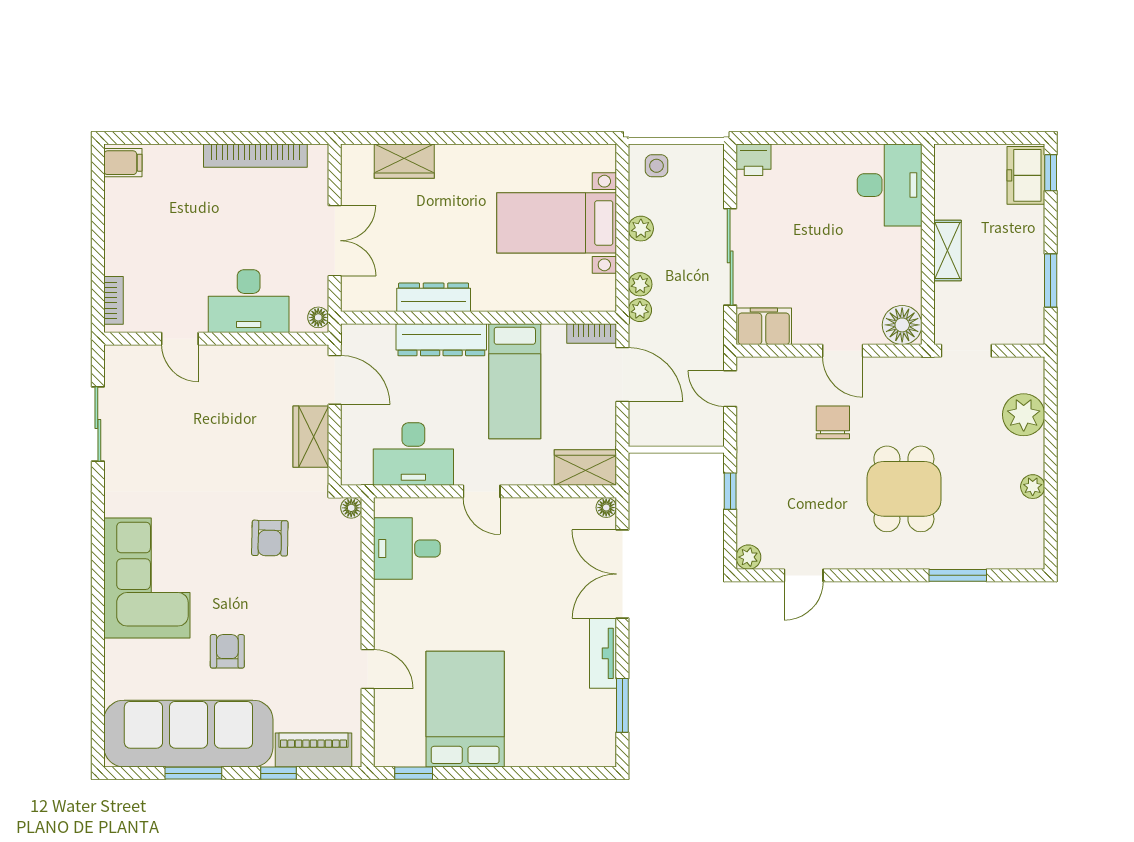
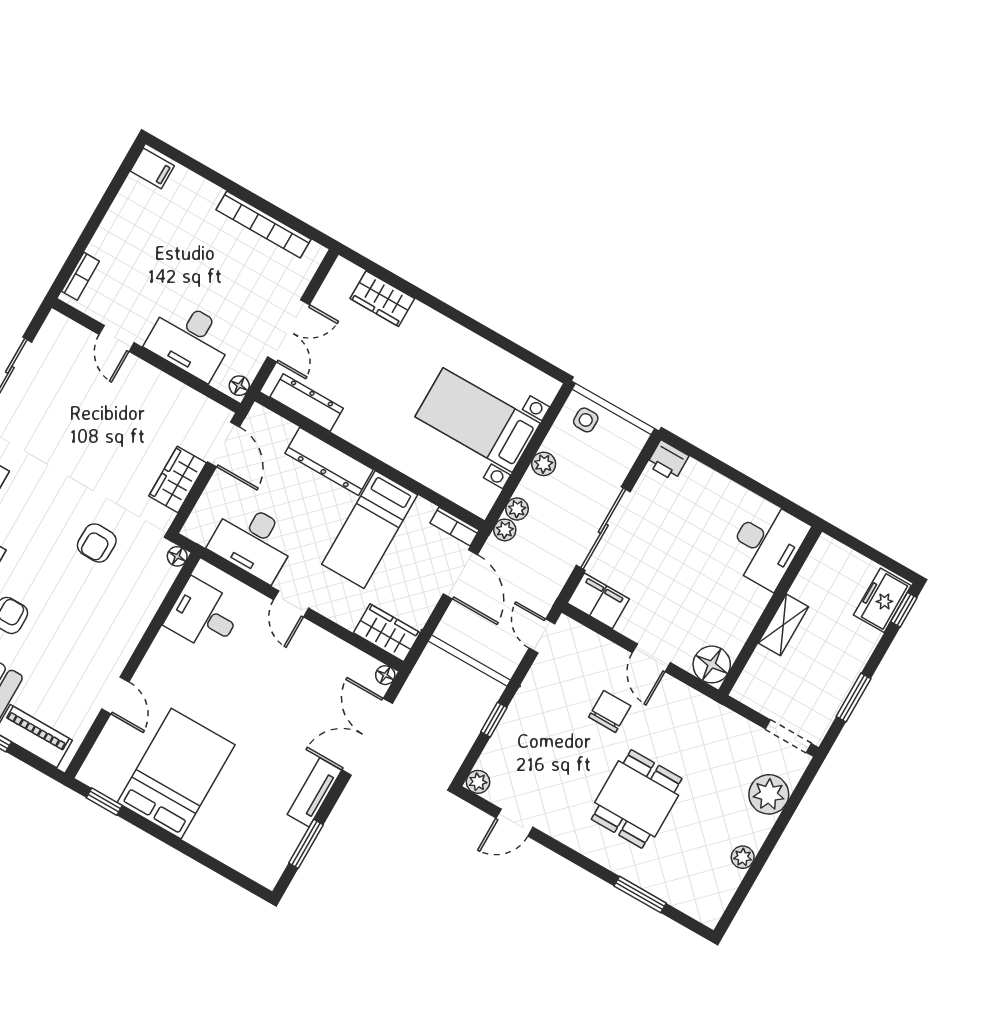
dresser: (434, 297) -> (307, 403), moved
doorway: (966, 351) -> (788, 736), moved

